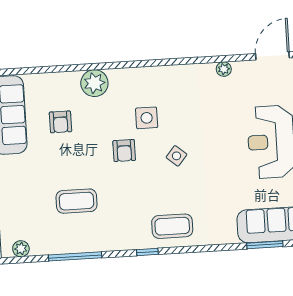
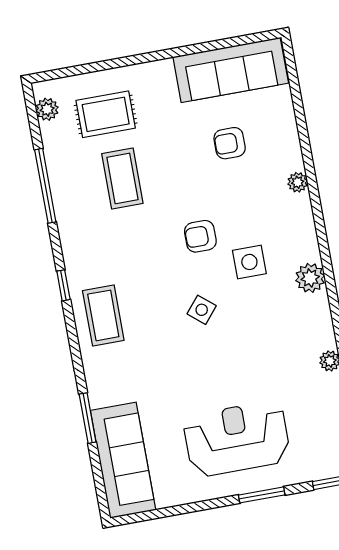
plant: (163, 76) -> (310, 278), added
plant: (94, 83) -> (298, 182), width x0.53, depth x0.53
rug: (29, 208) -> (106, 114), added
window: (265, 245) -> (88, 418), moved

